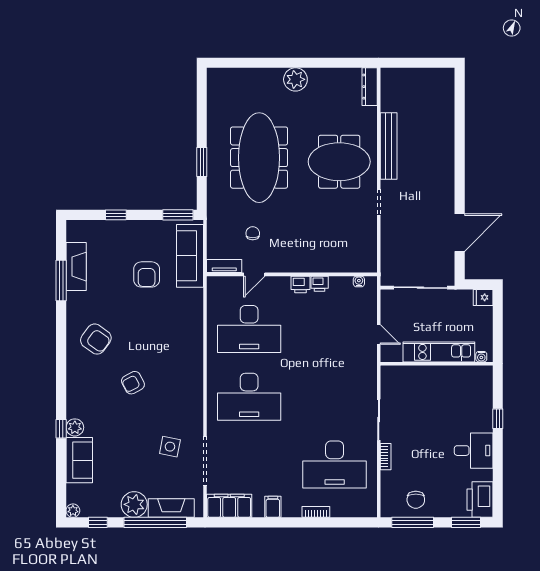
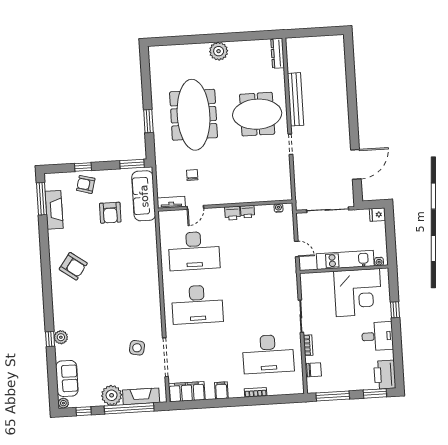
window: (61, 280) -> (42, 199), moved
armchair: (133, 383) -> (86, 184), moved, turned 43
corner desk: (452, 394) -> (358, 293), added
sofa: (79, 460) -> (67, 378), moved
chair: (416, 500) -> (314, 370), moved, turned -90

